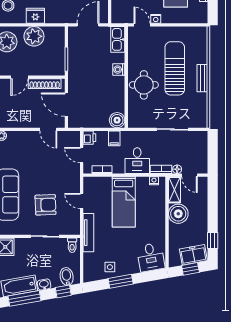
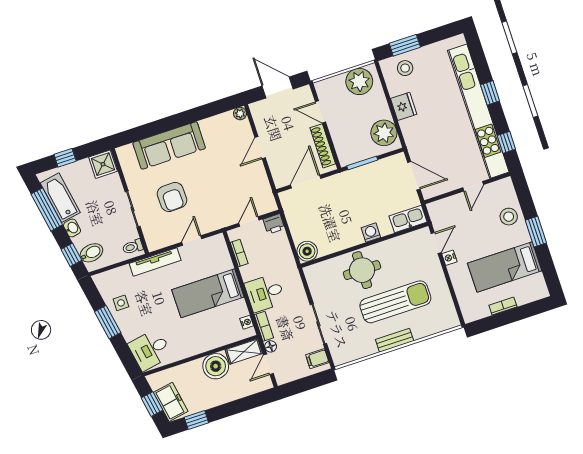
plant: (34, 36) -> (384, 133), moved
door: (48, 129) -> (260, 148), moved
filing cabinet: (114, 138) -> (317, 359), moved

